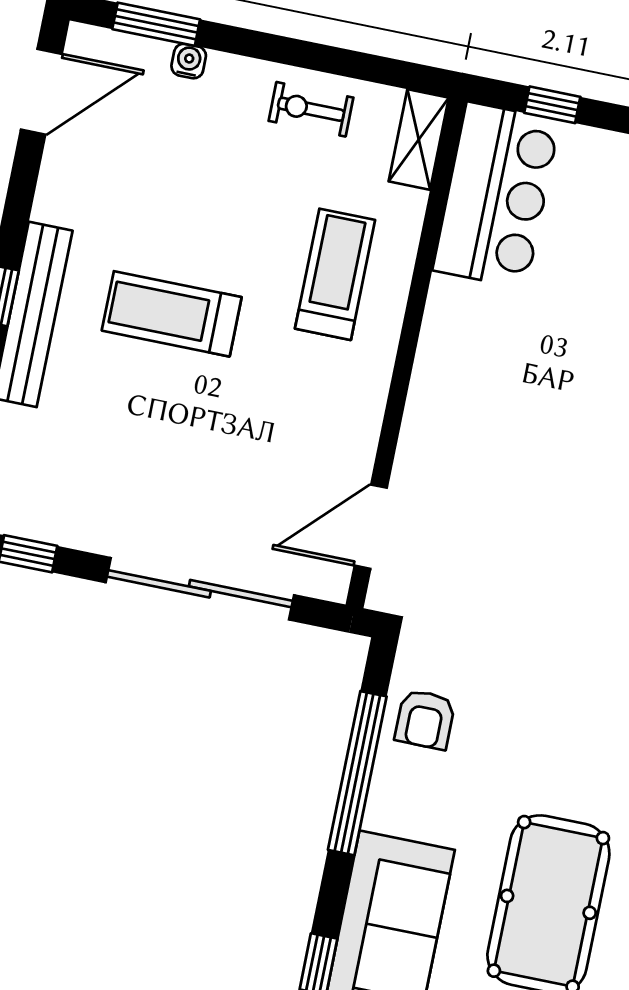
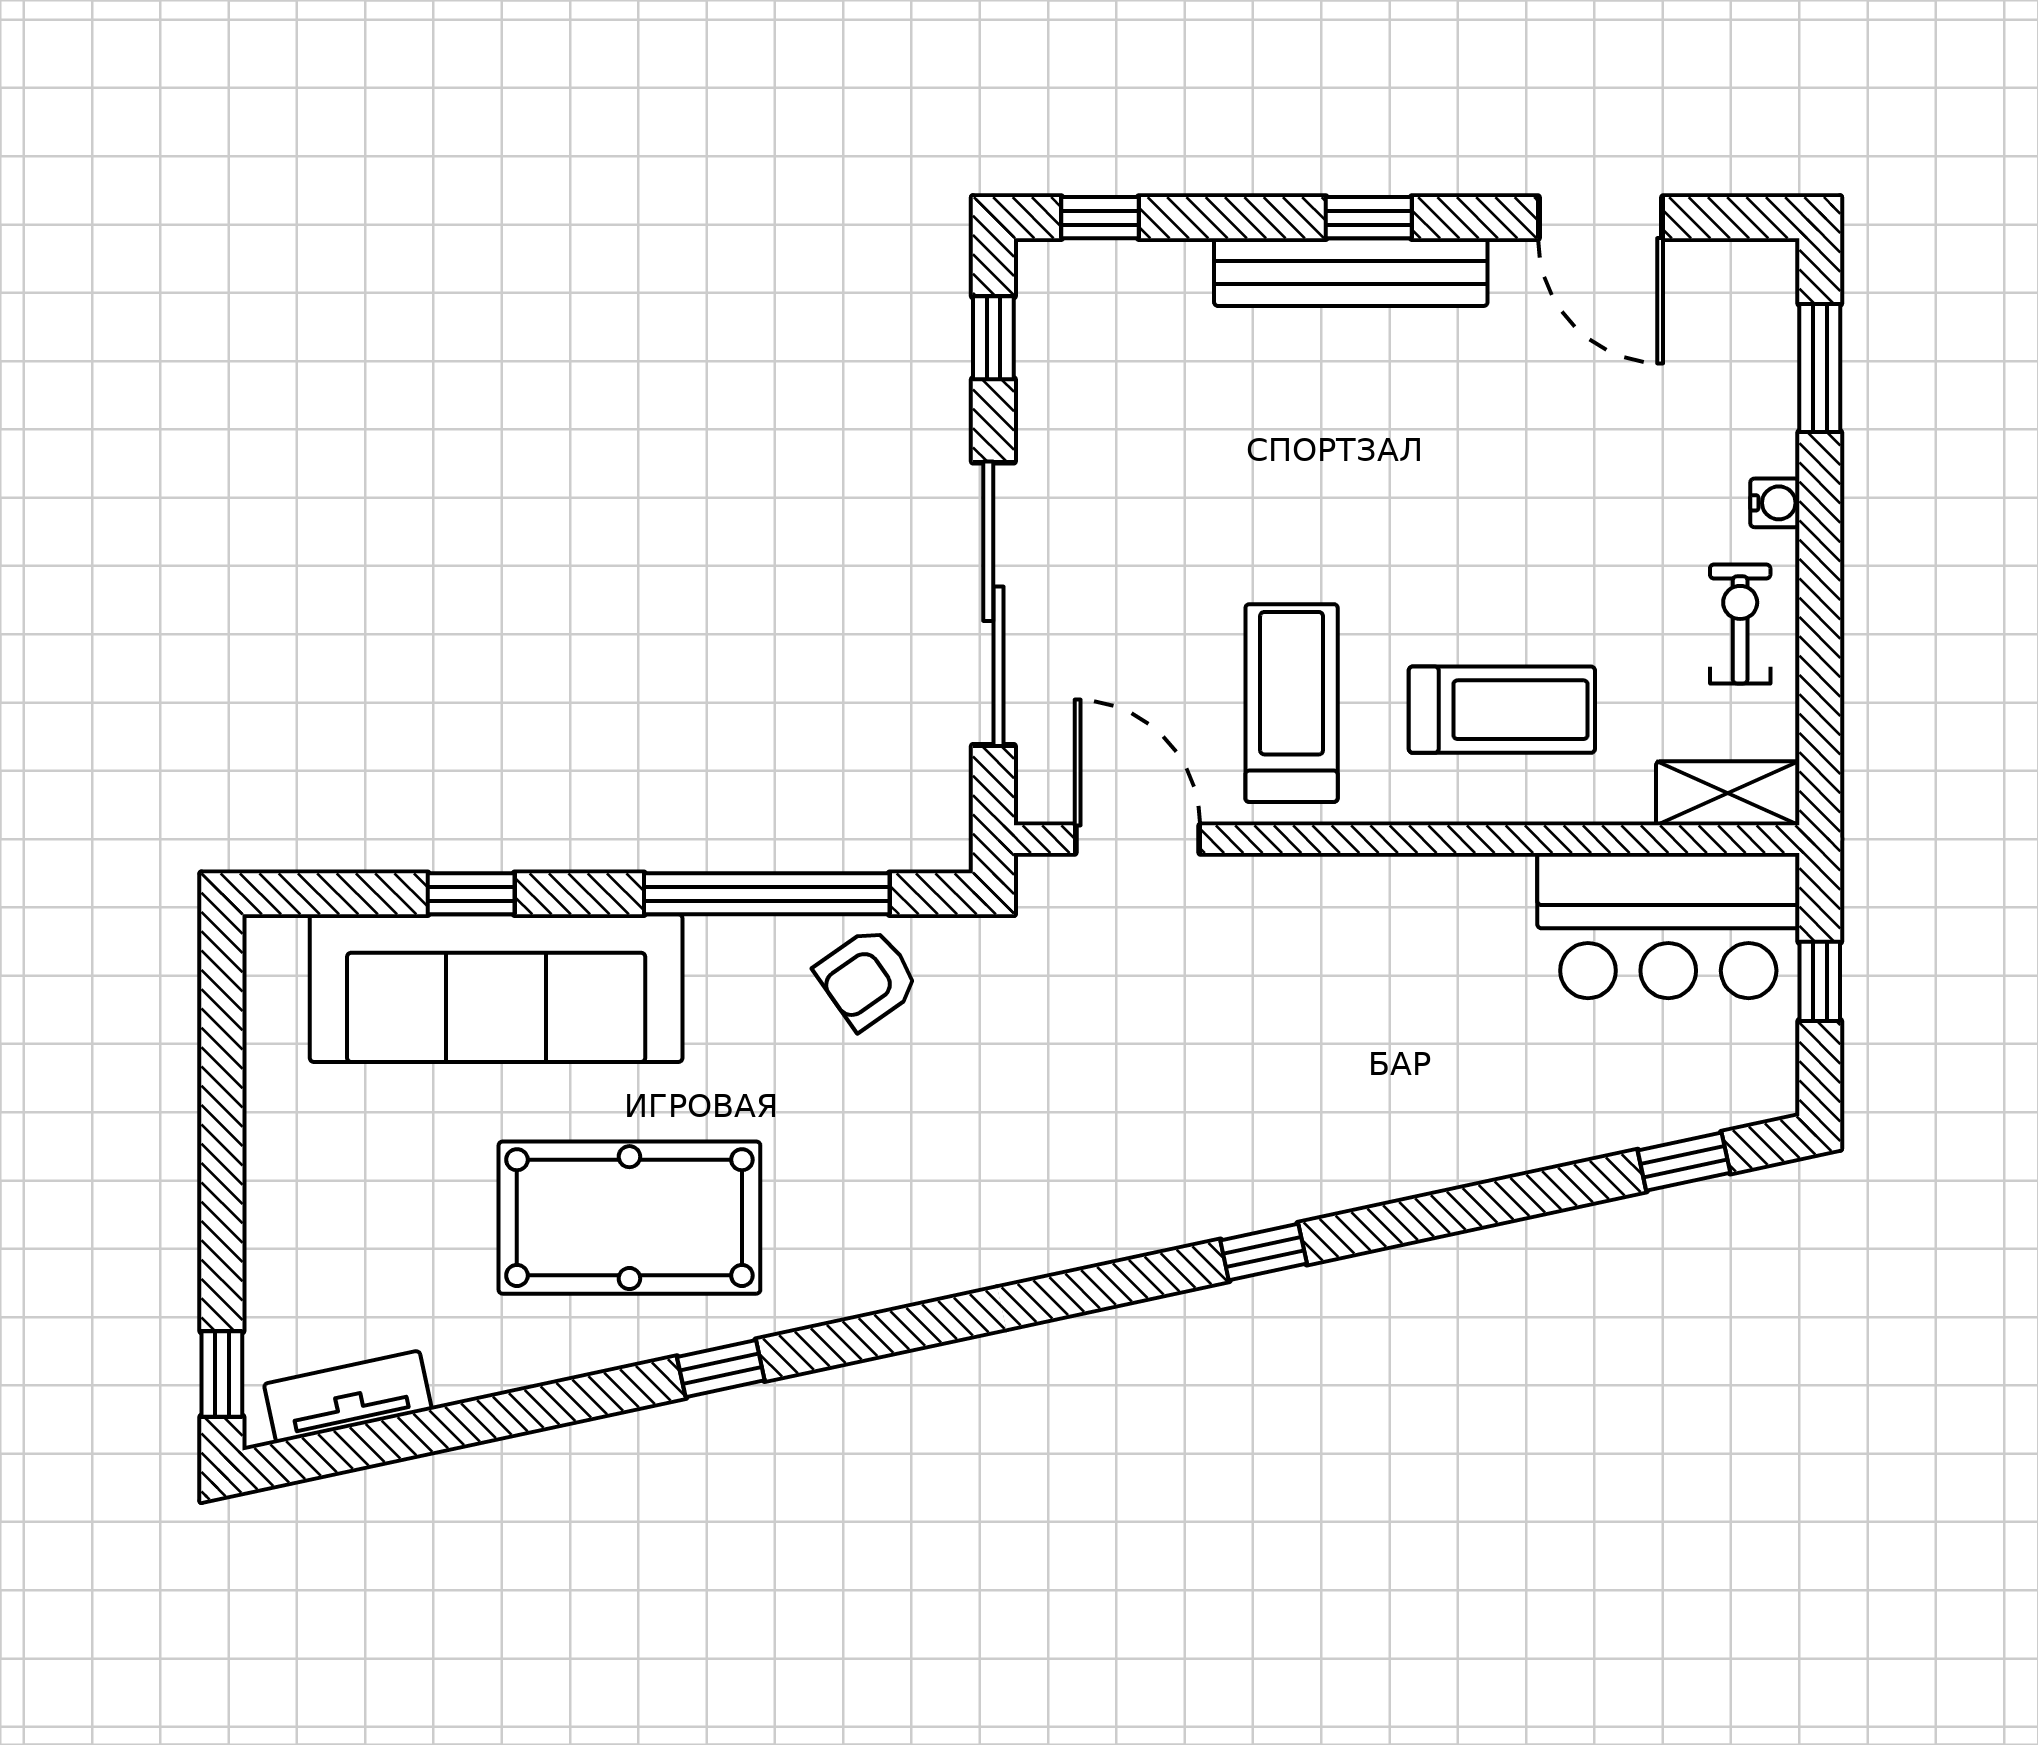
water cooler: (189, 61) -> (1775, 503), moved
door: (41, 92) -> (1601, 218), moved
treadmill: (172, 314) -> (1292, 703), moved
armchair: (425, 719) -> (867, 978), turned -35

